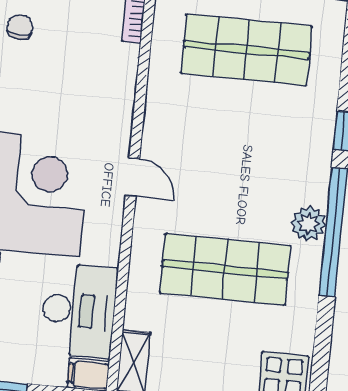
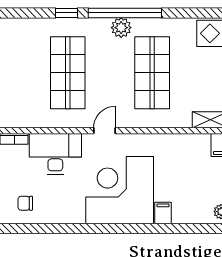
shop shelf: (247, 50) -> (68, 73), moved
desk: (79, 310) -> (55, 154), moved

